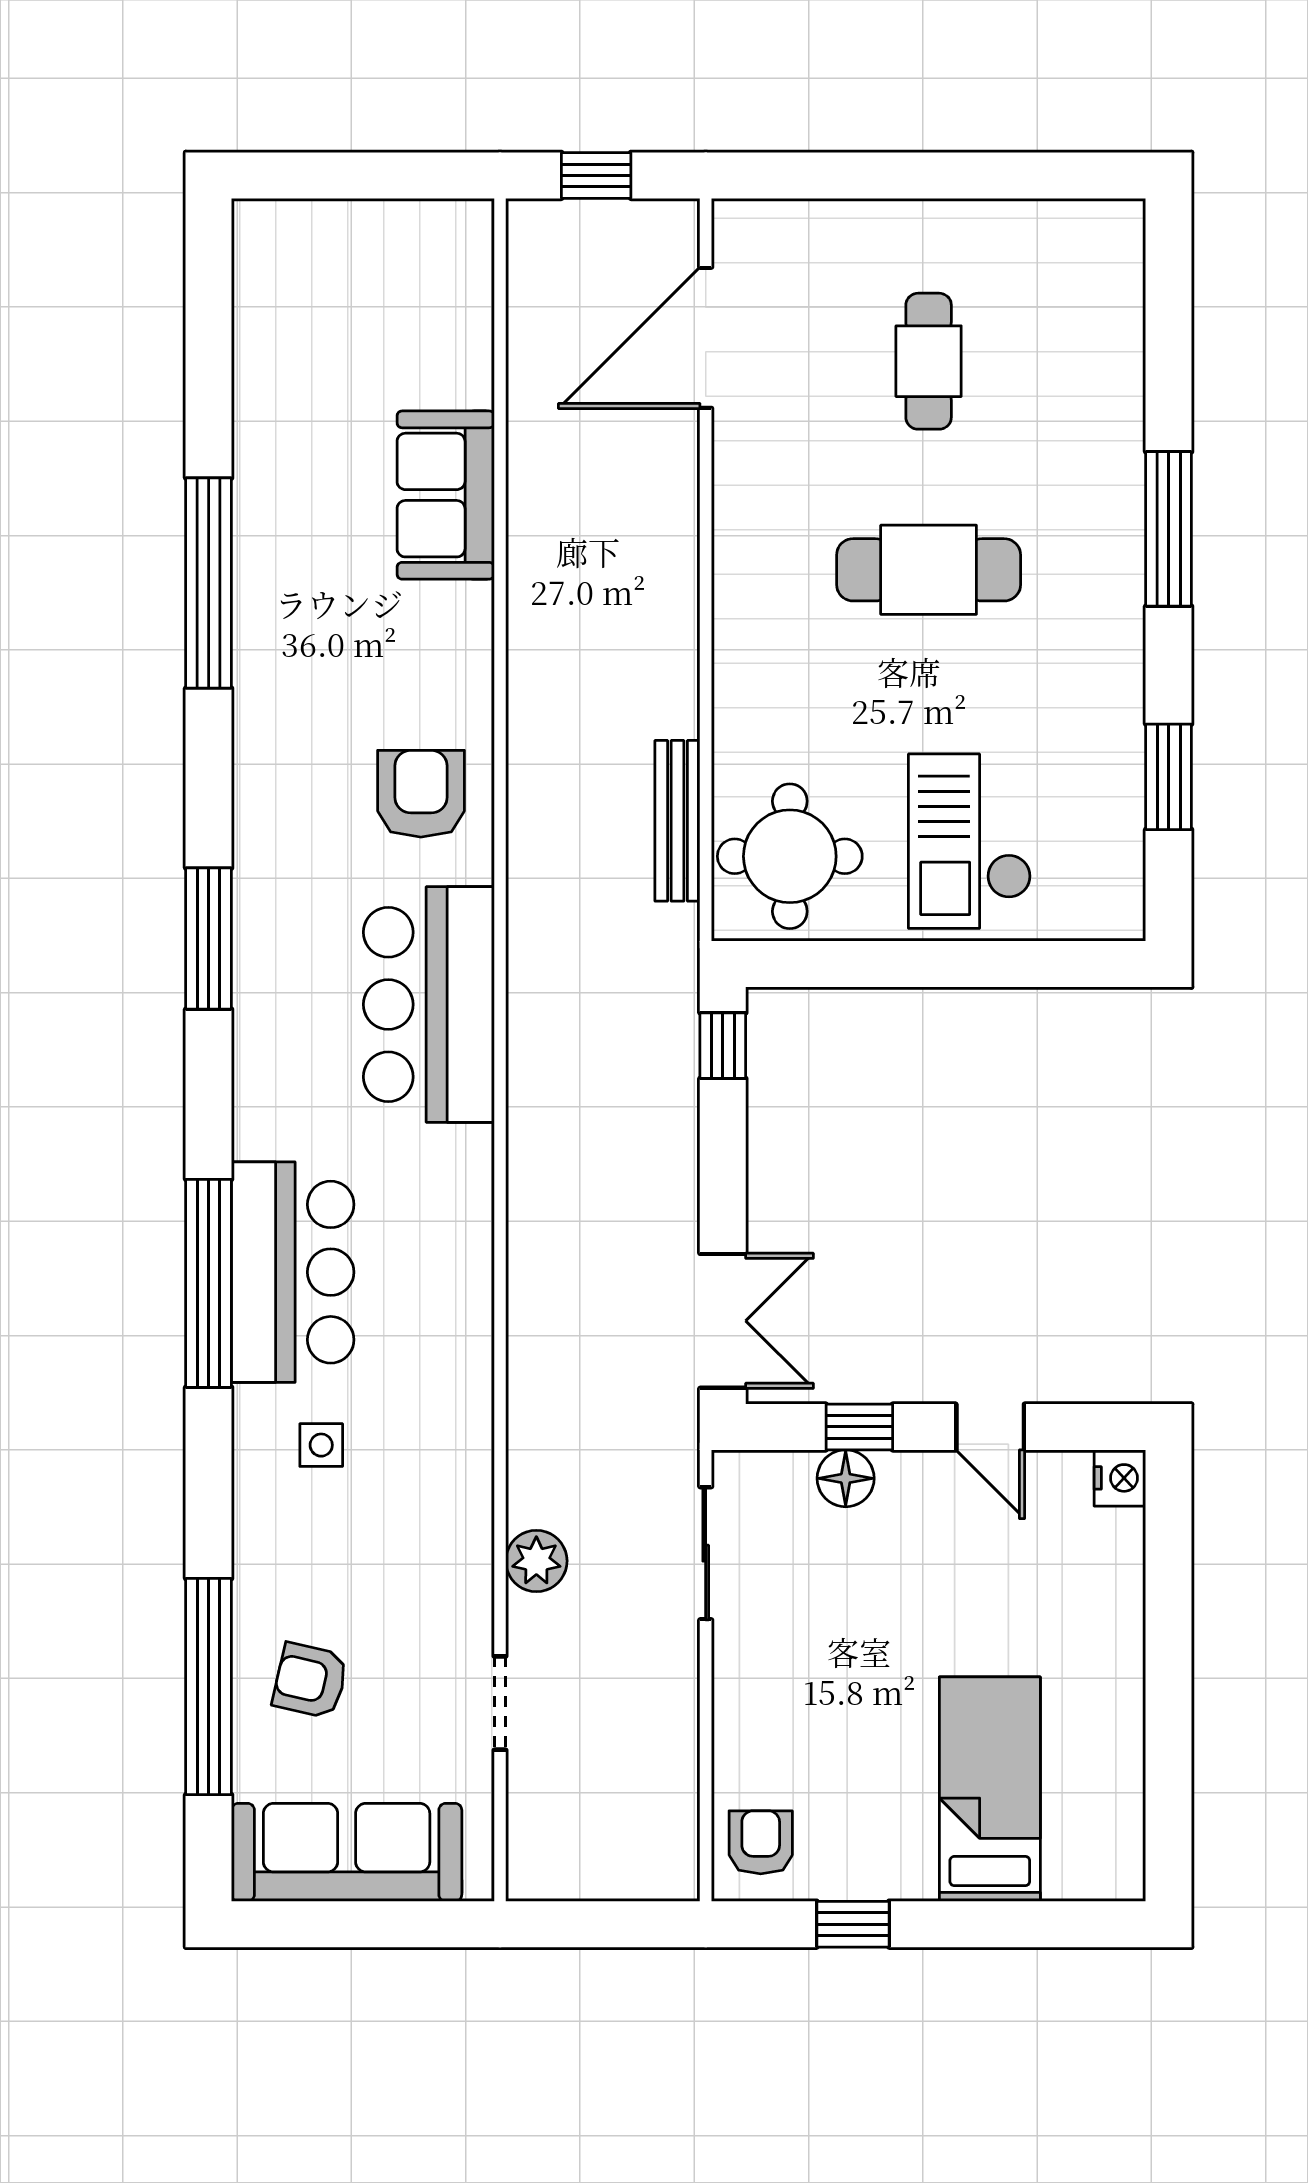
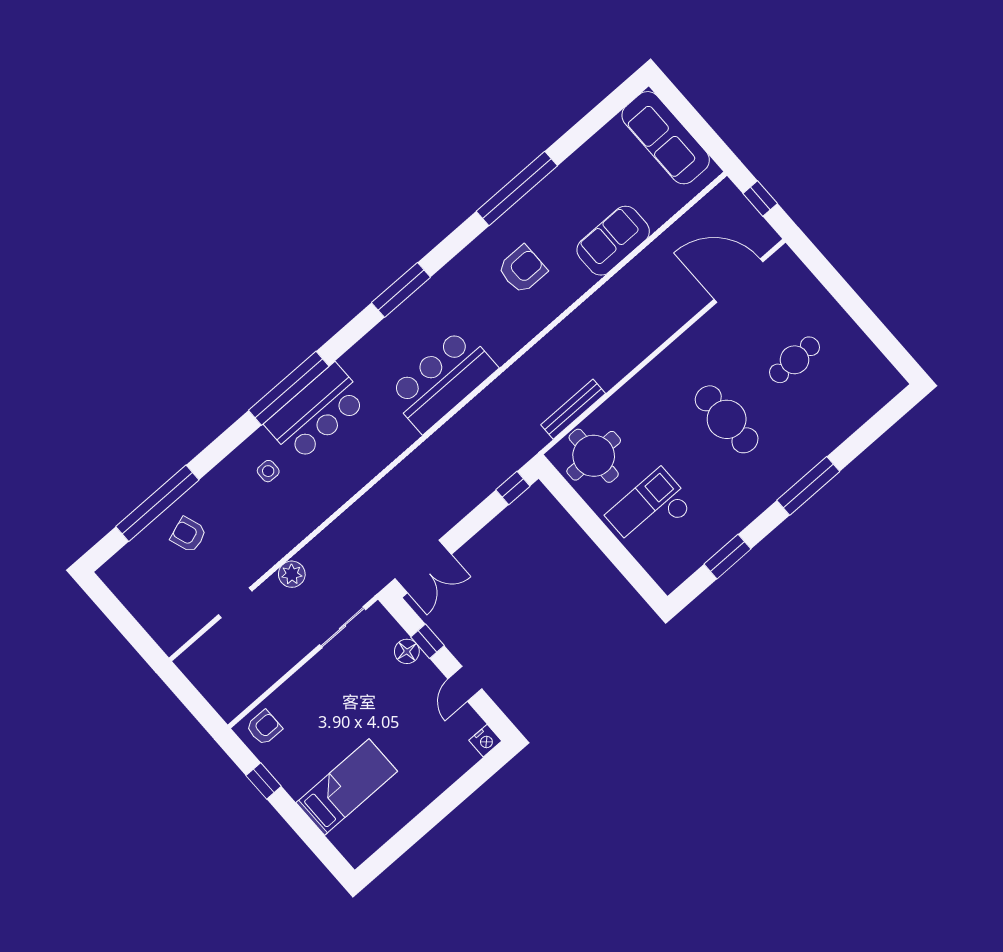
armchair: (421, 794) -> (522, 269), moved
armchair: (310, 1681) -> (188, 535), turned -32
sofa: (347, 1852) -> (666, 138), moved, turned 180

